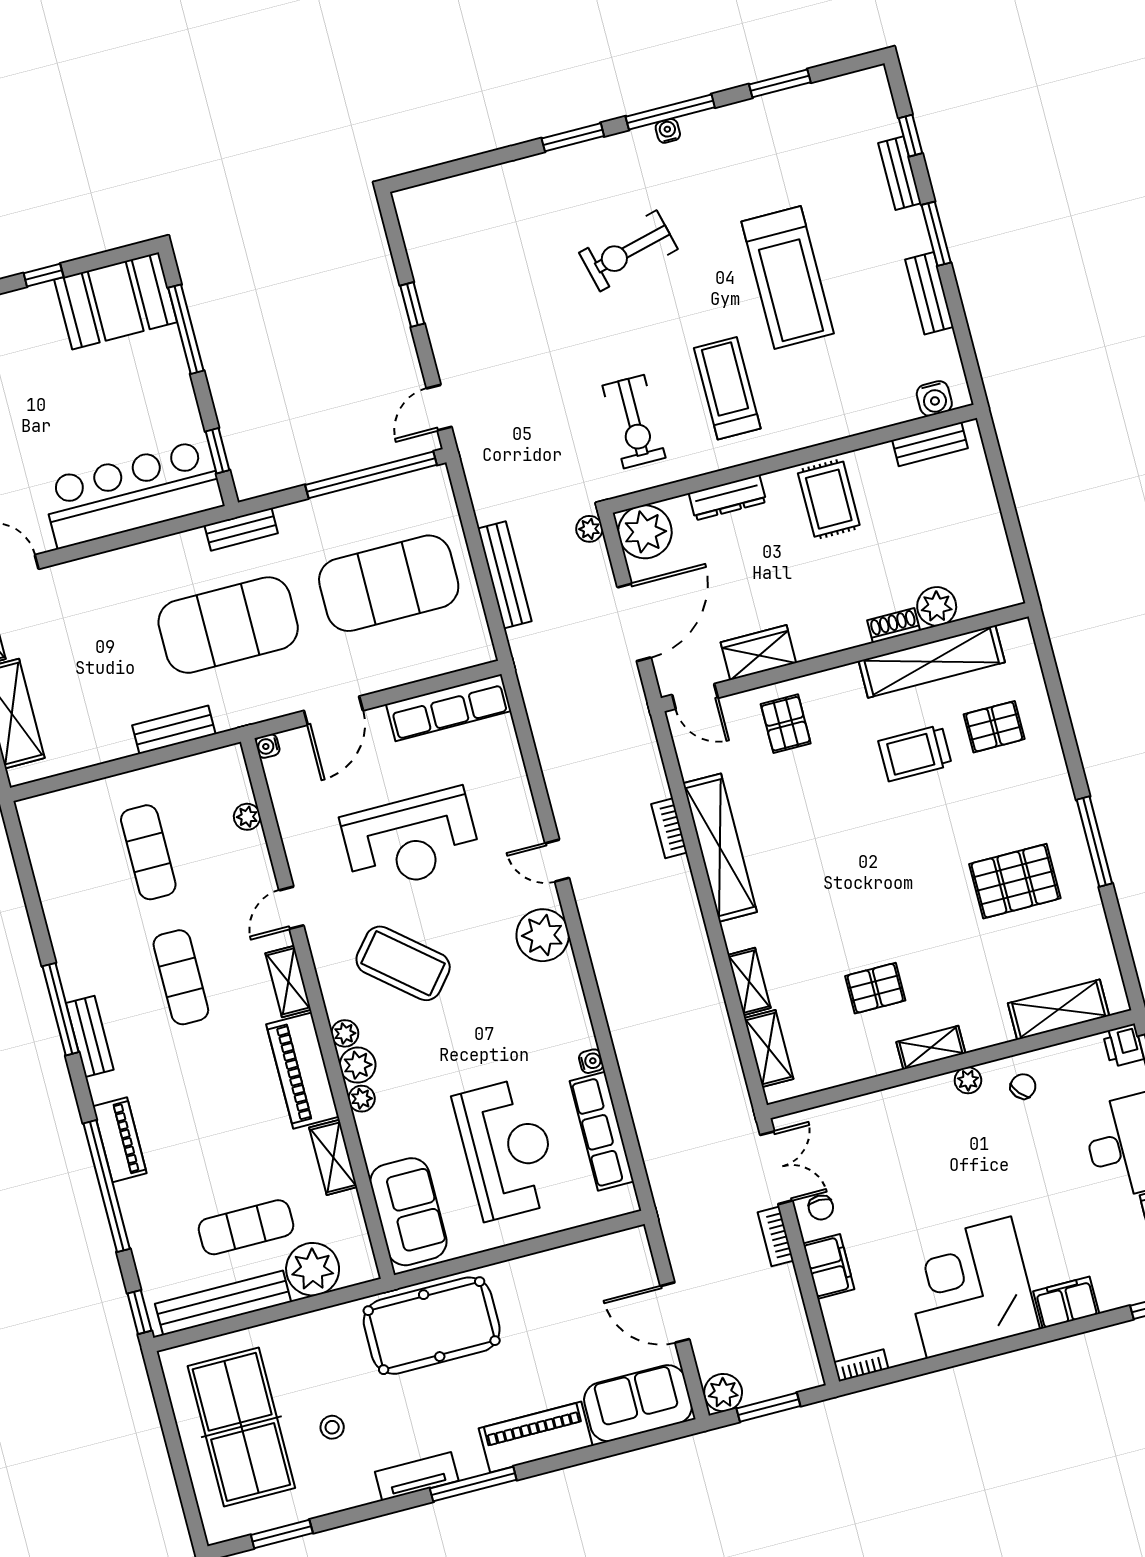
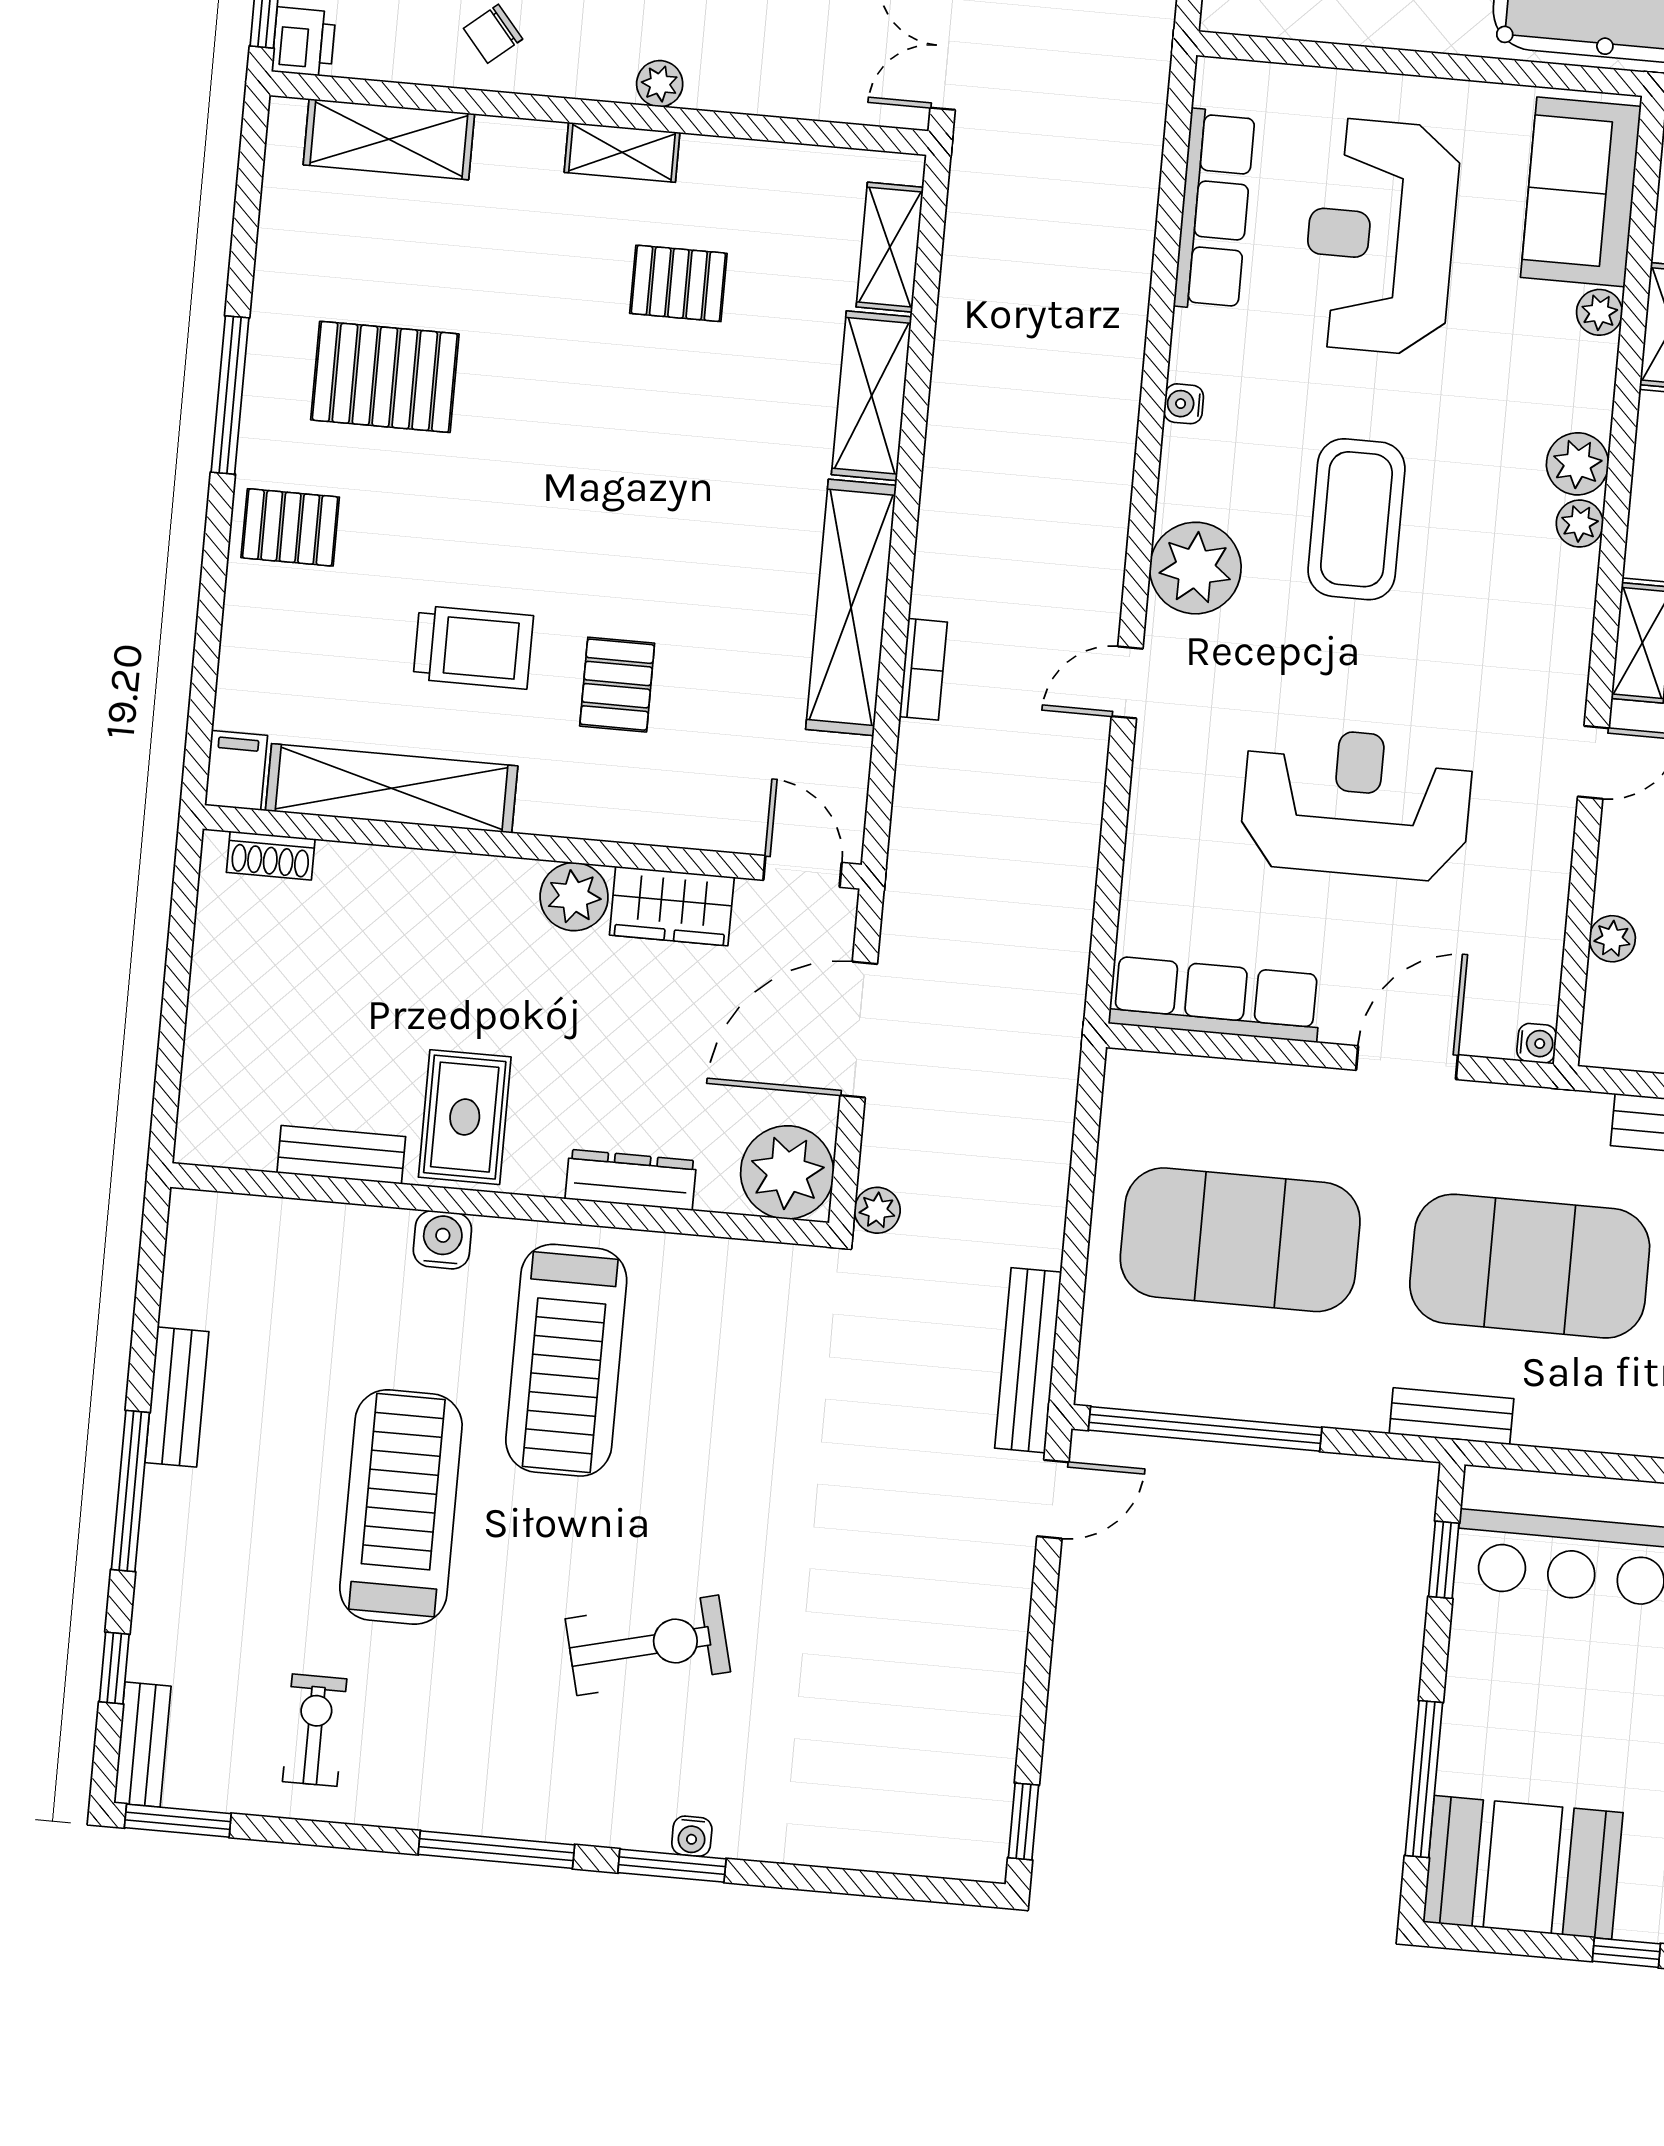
window: (780, 83) -> (178, 1821), moved
water cooler: (668, 131) -> (692, 1836), moved
bench: (900, 173) -> (142, 1745), moved
window: (936, 234) -> (130, 1491), width x1.44
window: (412, 305) -> (1023, 1821), moved
treadmill: (727, 388) -> (566, 1360), width x1.37, depth x1.38
water cooler: (934, 398) -> (442, 1240), moved
exercise bike: (634, 422) -> (315, 1730), moved, width x0.73, depth x0.72
bench: (930, 444) -> (341, 1155), moved
bench: (505, 575) -> (1028, 1360), moved
plant: (937, 606) -> (574, 897), moved
shoe rack: (894, 625) -> (271, 856), moved
filing cabinet: (1019, 641) -> (236, 770), added
pallet: (786, 724) -> (617, 685), moved
pallet: (994, 727) -> (290, 527), moved
door: (557, 861) -> (1127, 682), swing flipped
coffee table: (403, 963) -> (1356, 519), moved, turned 50
shelving: (749, 982) -> (872, 396), width x1.50, depth x1.33
water cooler: (591, 1061) -> (1184, 404), moved
plant: (968, 1080) -> (660, 84), moved
plant: (362, 1099) -> (1599, 312), moved

